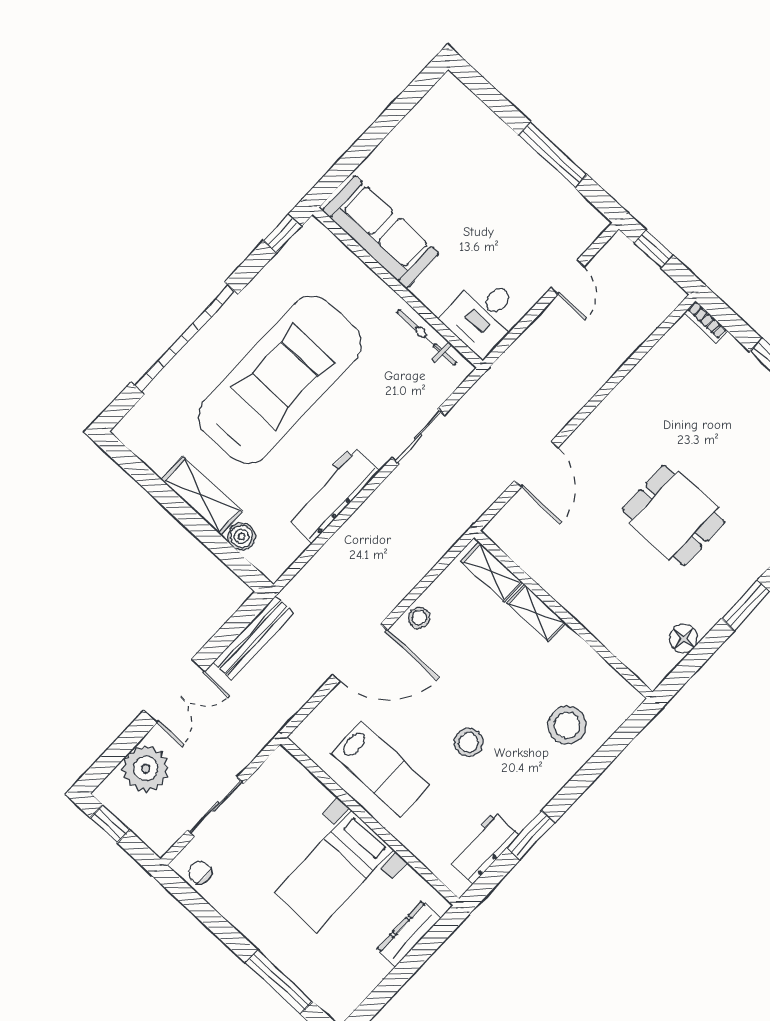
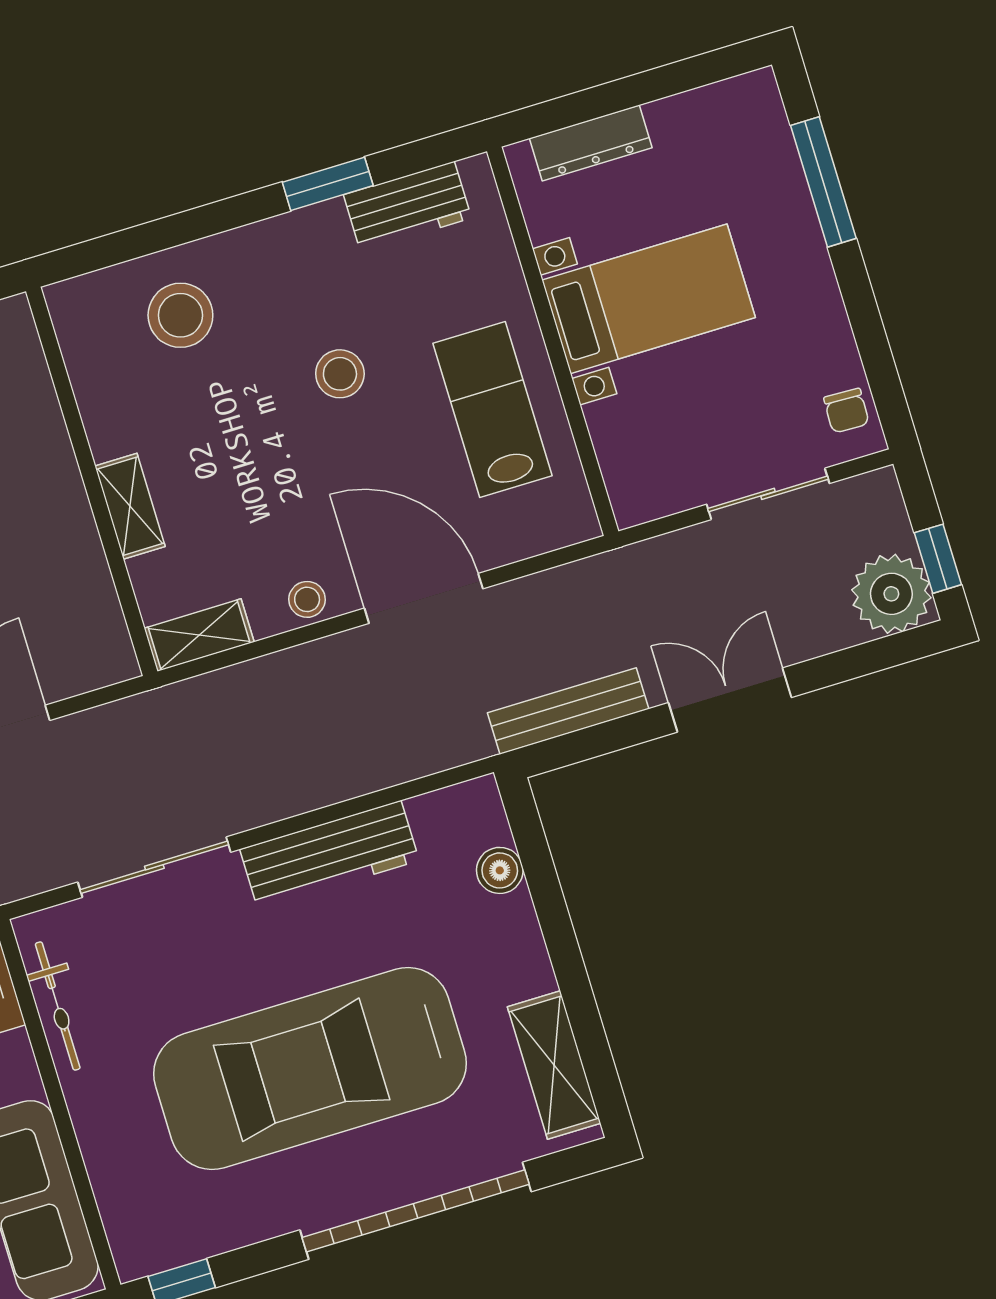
sliding door: (418, 437) -> (154, 867), width x1.37
shelving: (202, 496) -> (554, 1065), moved
shelving: (492, 572) -> (199, 635), moved, turned 90
plant: (146, 769) -> (891, 594), moved

